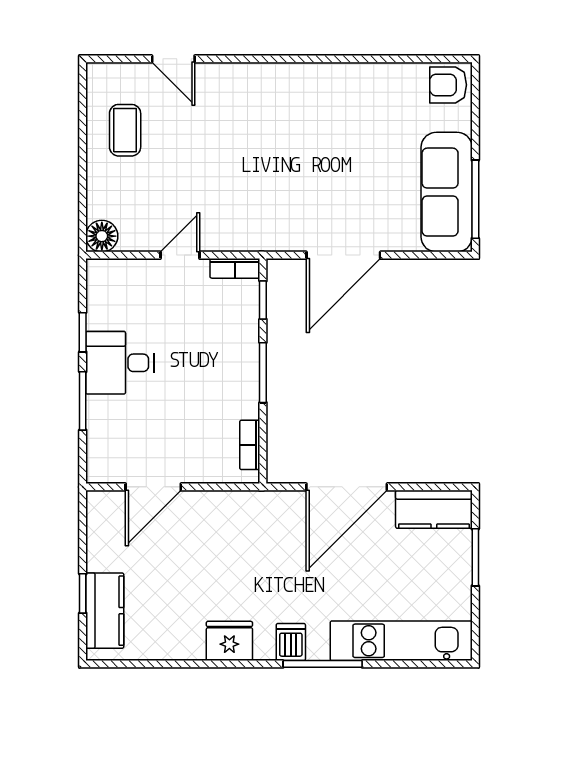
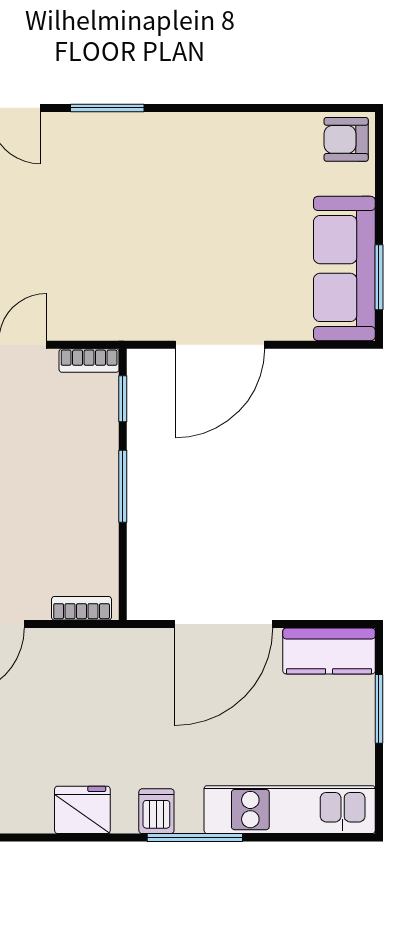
window: (250, 59) -> (107, 108), added
window: (475, 199) -> (379, 277), width x0.69
bookcase: (250, 445) -> (82, 608), moved, turned 90

